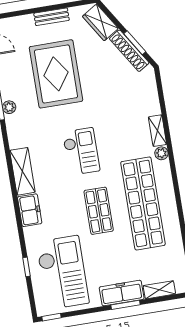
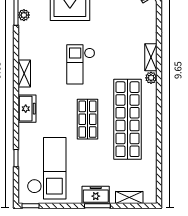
checkout: (81, 151) -> (81, 64), turned 180
shelving: (22, 171) -> (24, 73), width x0.67, depth x0.75
freezer: (122, 293) -> (96, 195), width x0.71

